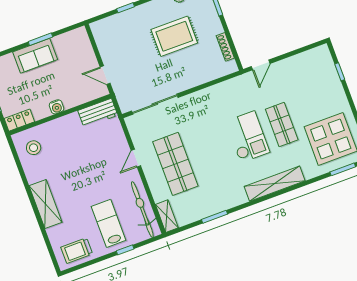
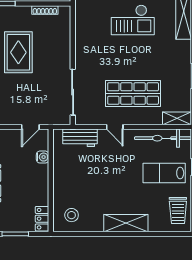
water cooler: (57, 107) -> (43, 157), moved
workbench: (98, 113) -> (80, 138), moved, turned 90
checkout: (248, 137) -> (133, 20), turned 180

